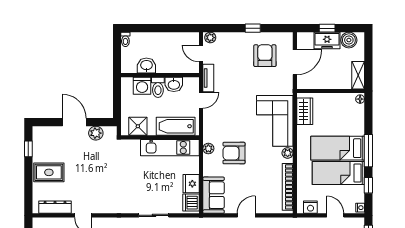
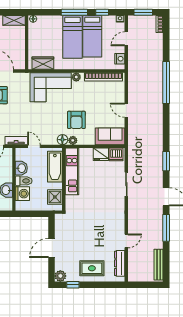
plant: (96, 133) -> (60, 276), moved
floor lamp: (209, 136) -> (62, 140), added
rug: (49, 172) -> (92, 268), turned 90

